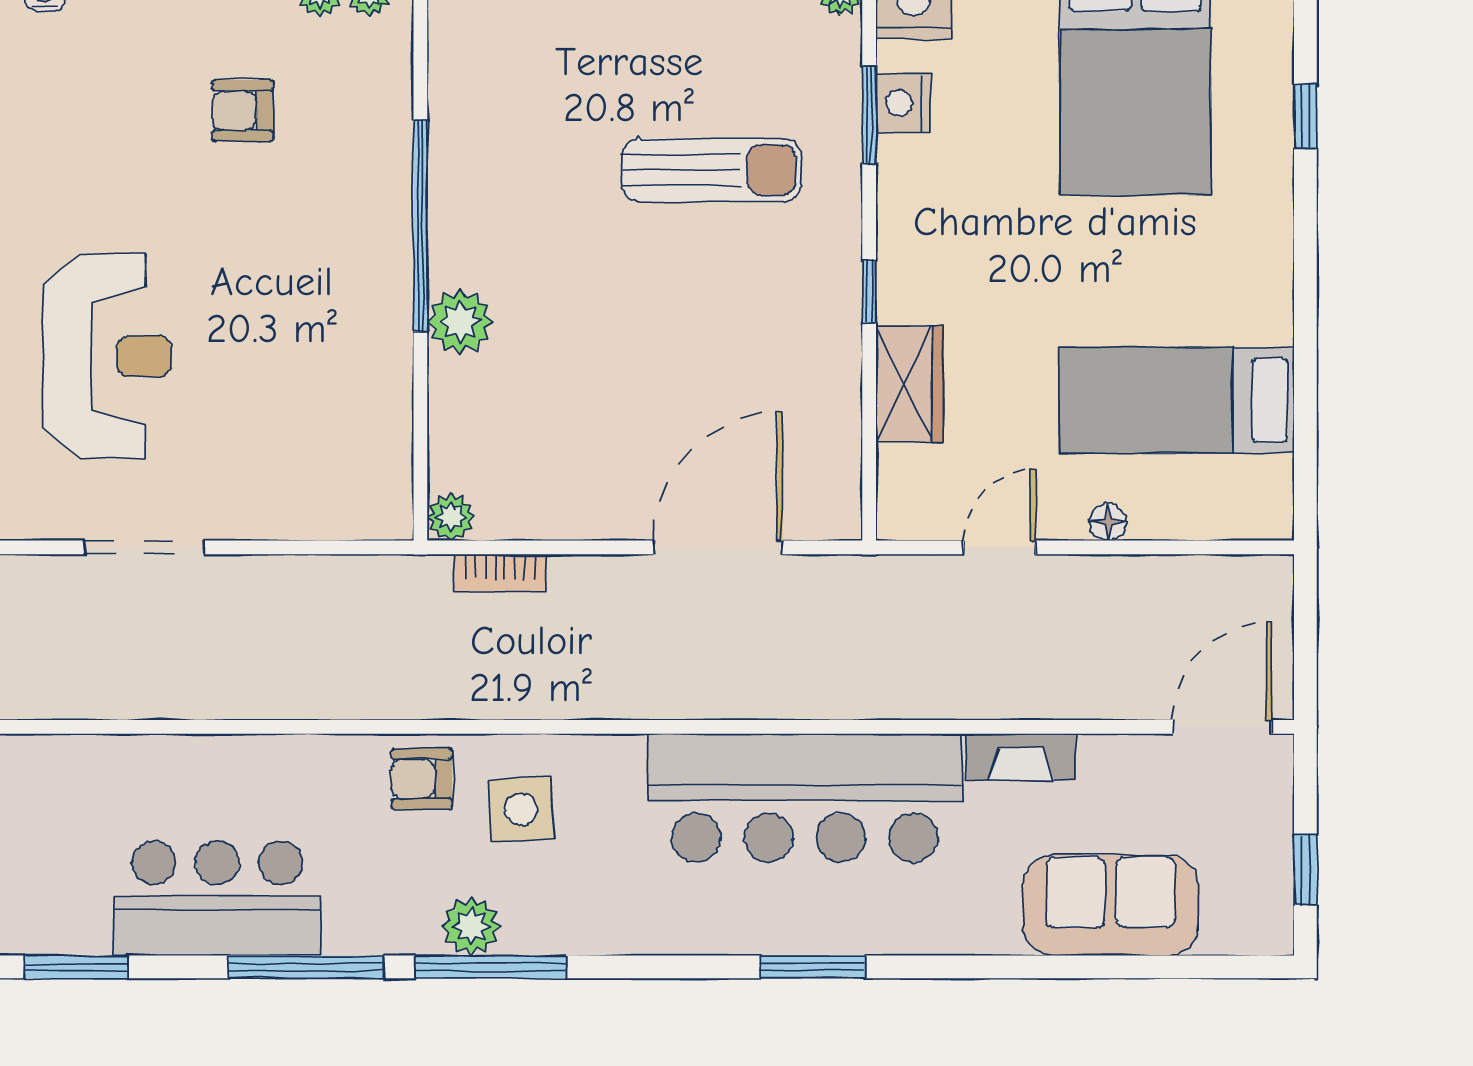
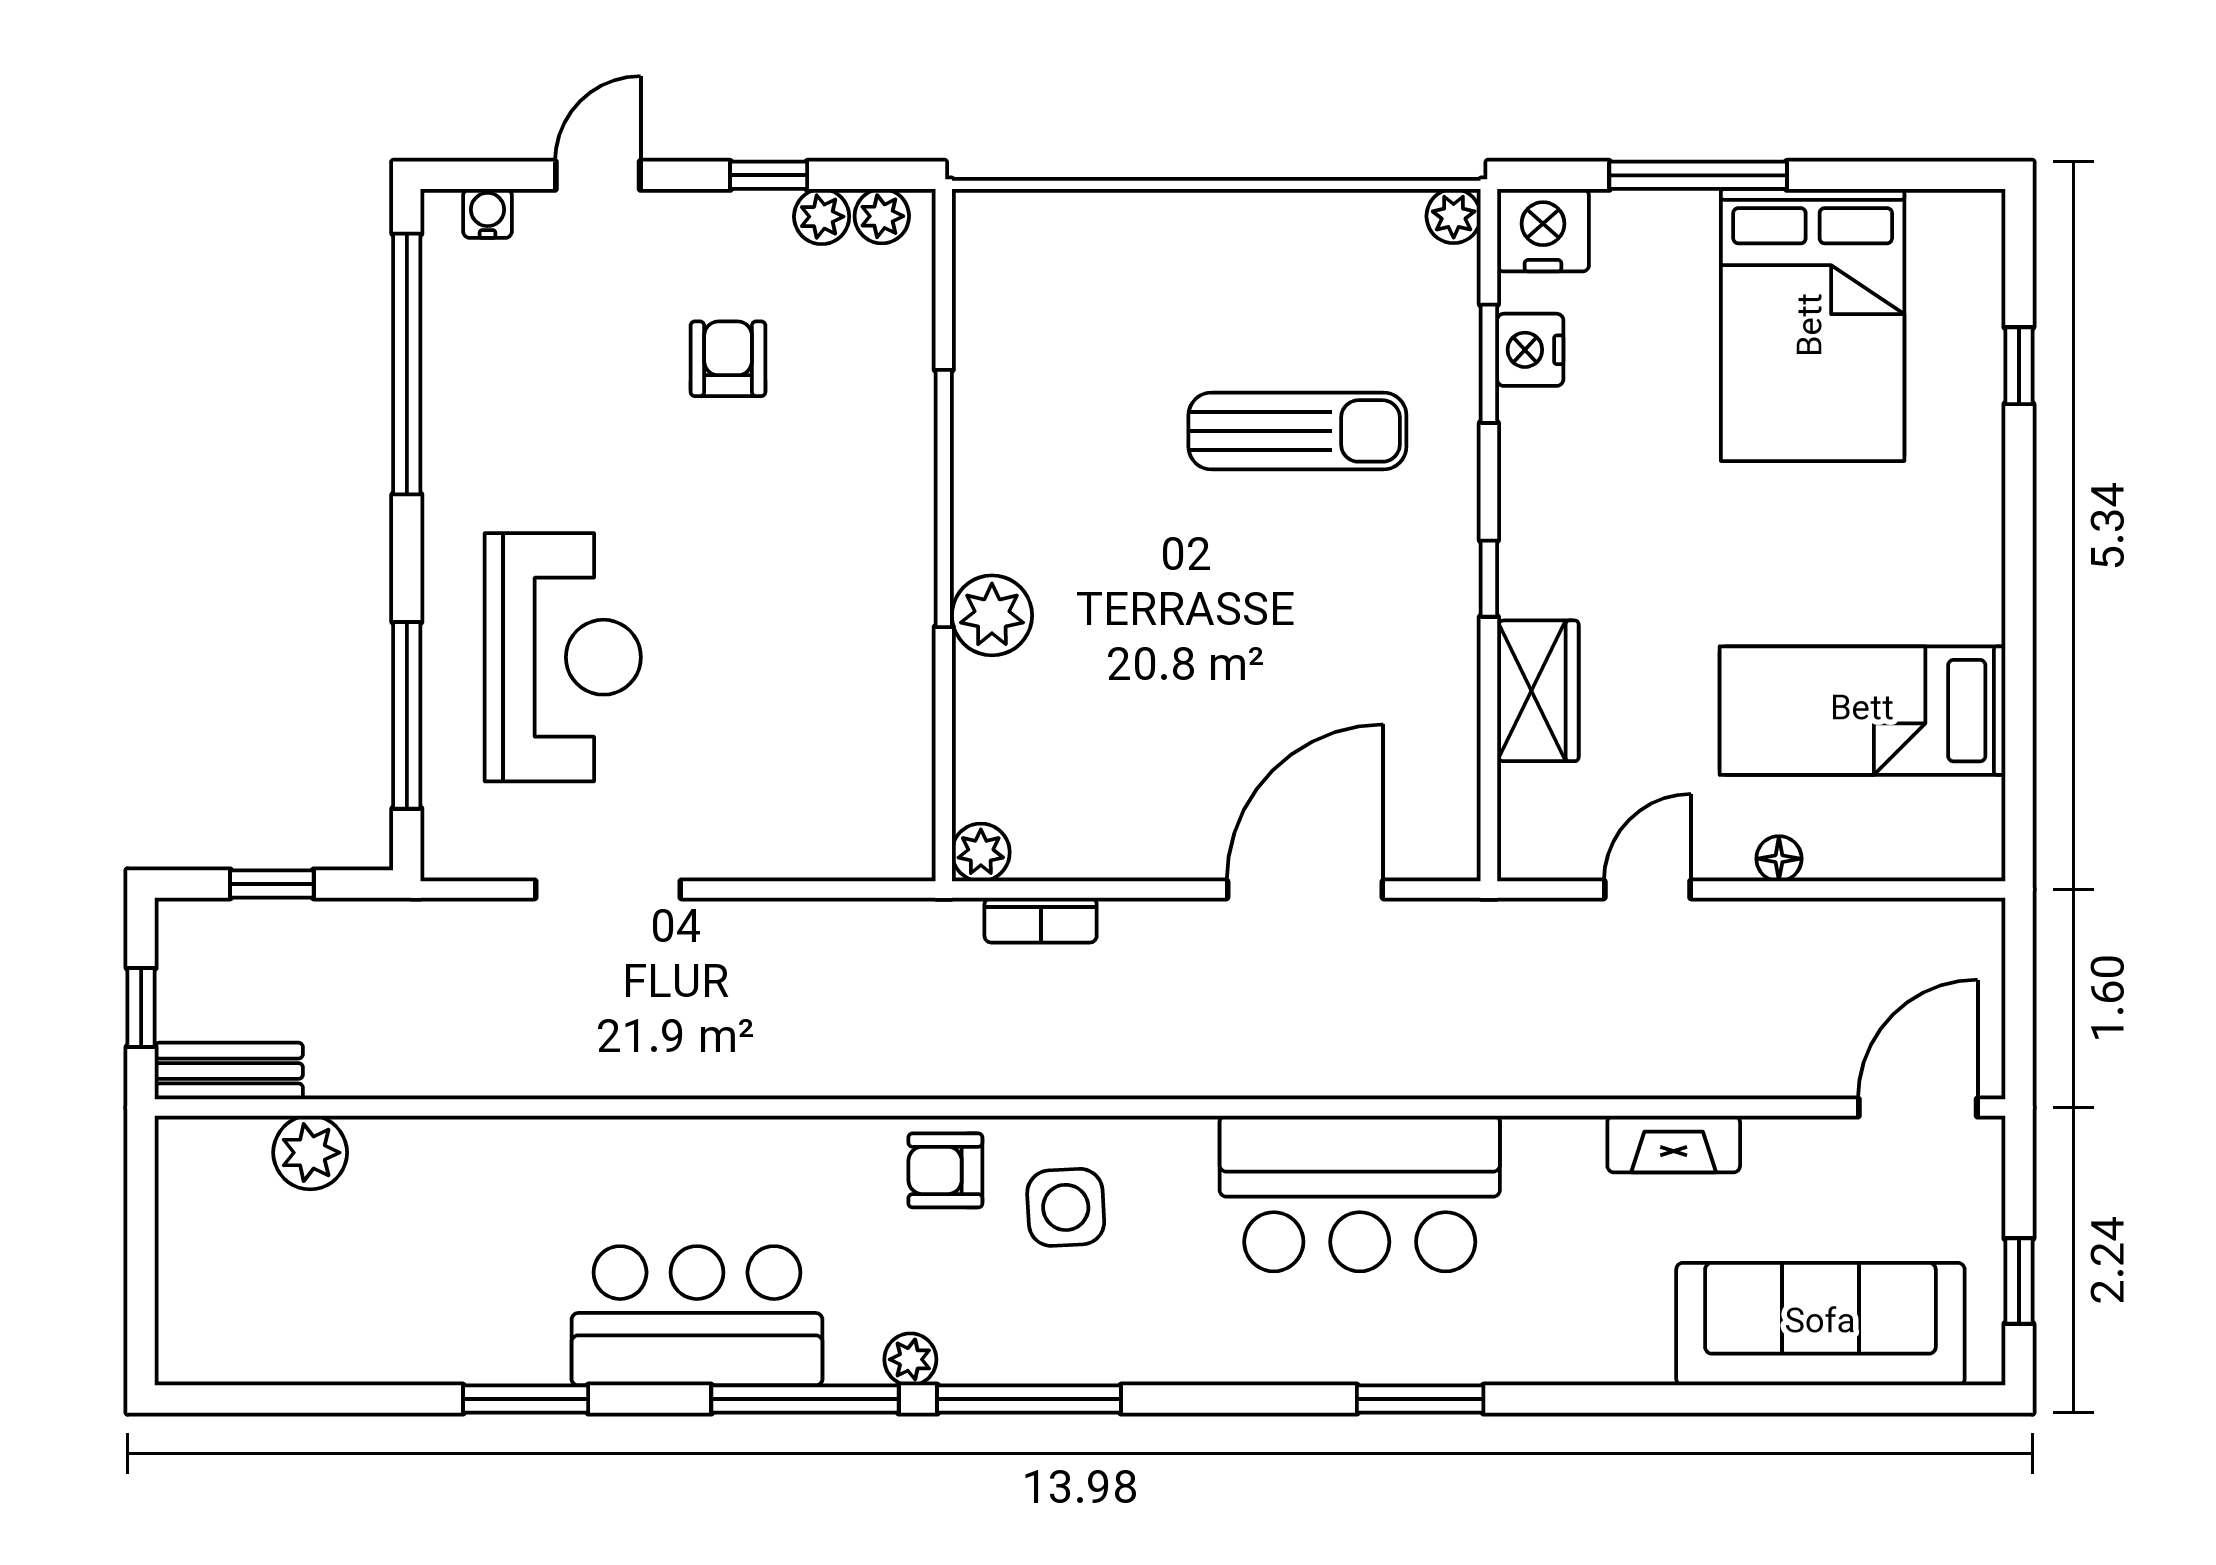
armchair: (243, 111) -> (728, 359), turned 90
bar counter: (805, 798) -> (1360, 1194), width x0.73
sofa: (1111, 905) -> (1820, 1324), width x1.36
plant: (471, 926) -> (910, 1359), moved, width x0.73, depth x0.73

